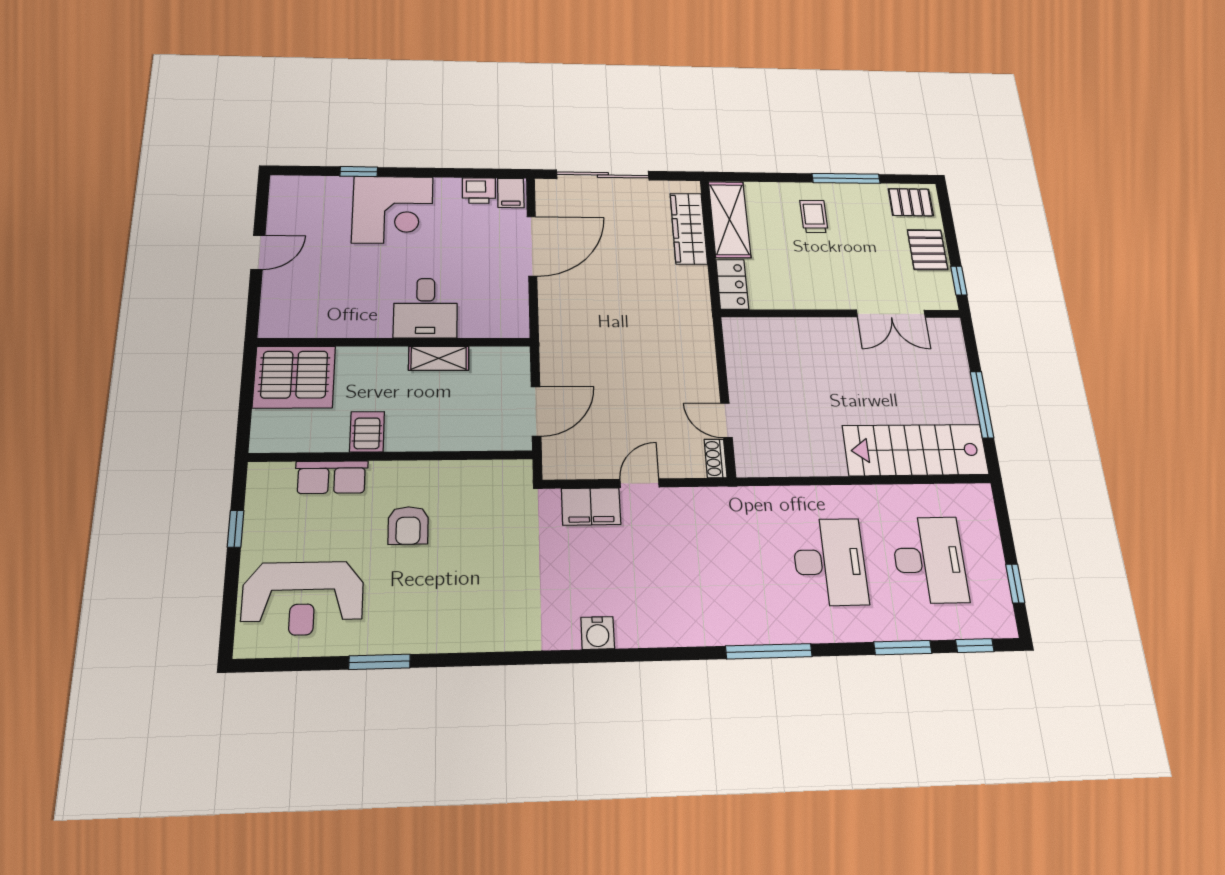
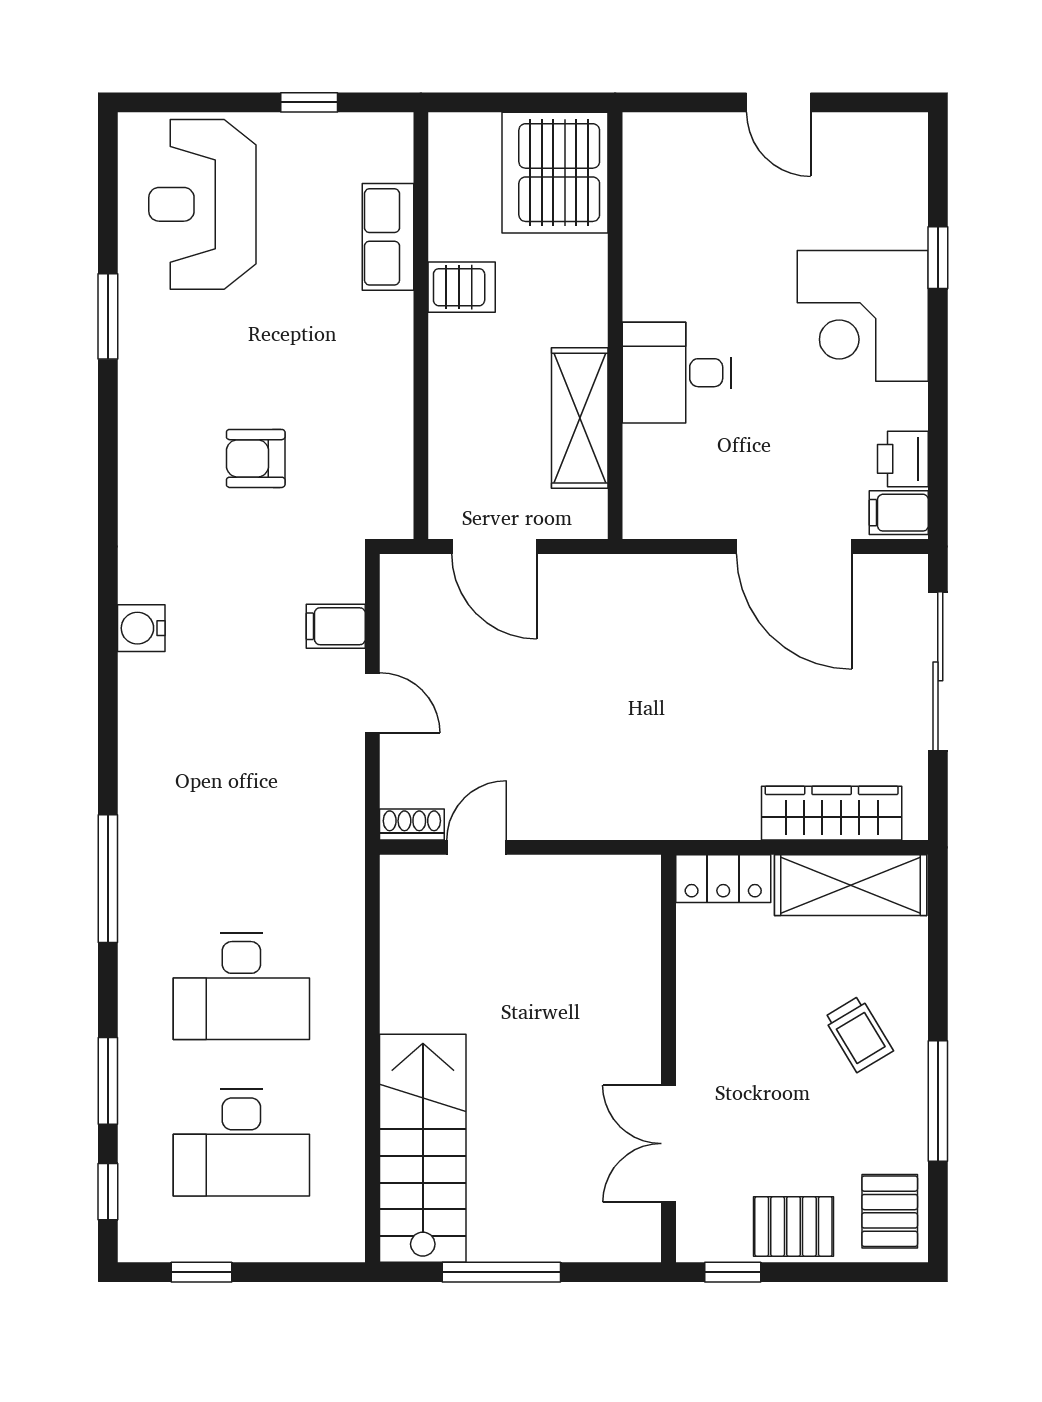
trolley: (814, 216) -> (858, 1034), turned 59
shelving: (439, 358) -> (580, 418), width x1.50, depth x1.33
filing cabinet: (591, 506) -> (336, 626), width x0.50
armchair: (408, 525) -> (256, 458), moved

